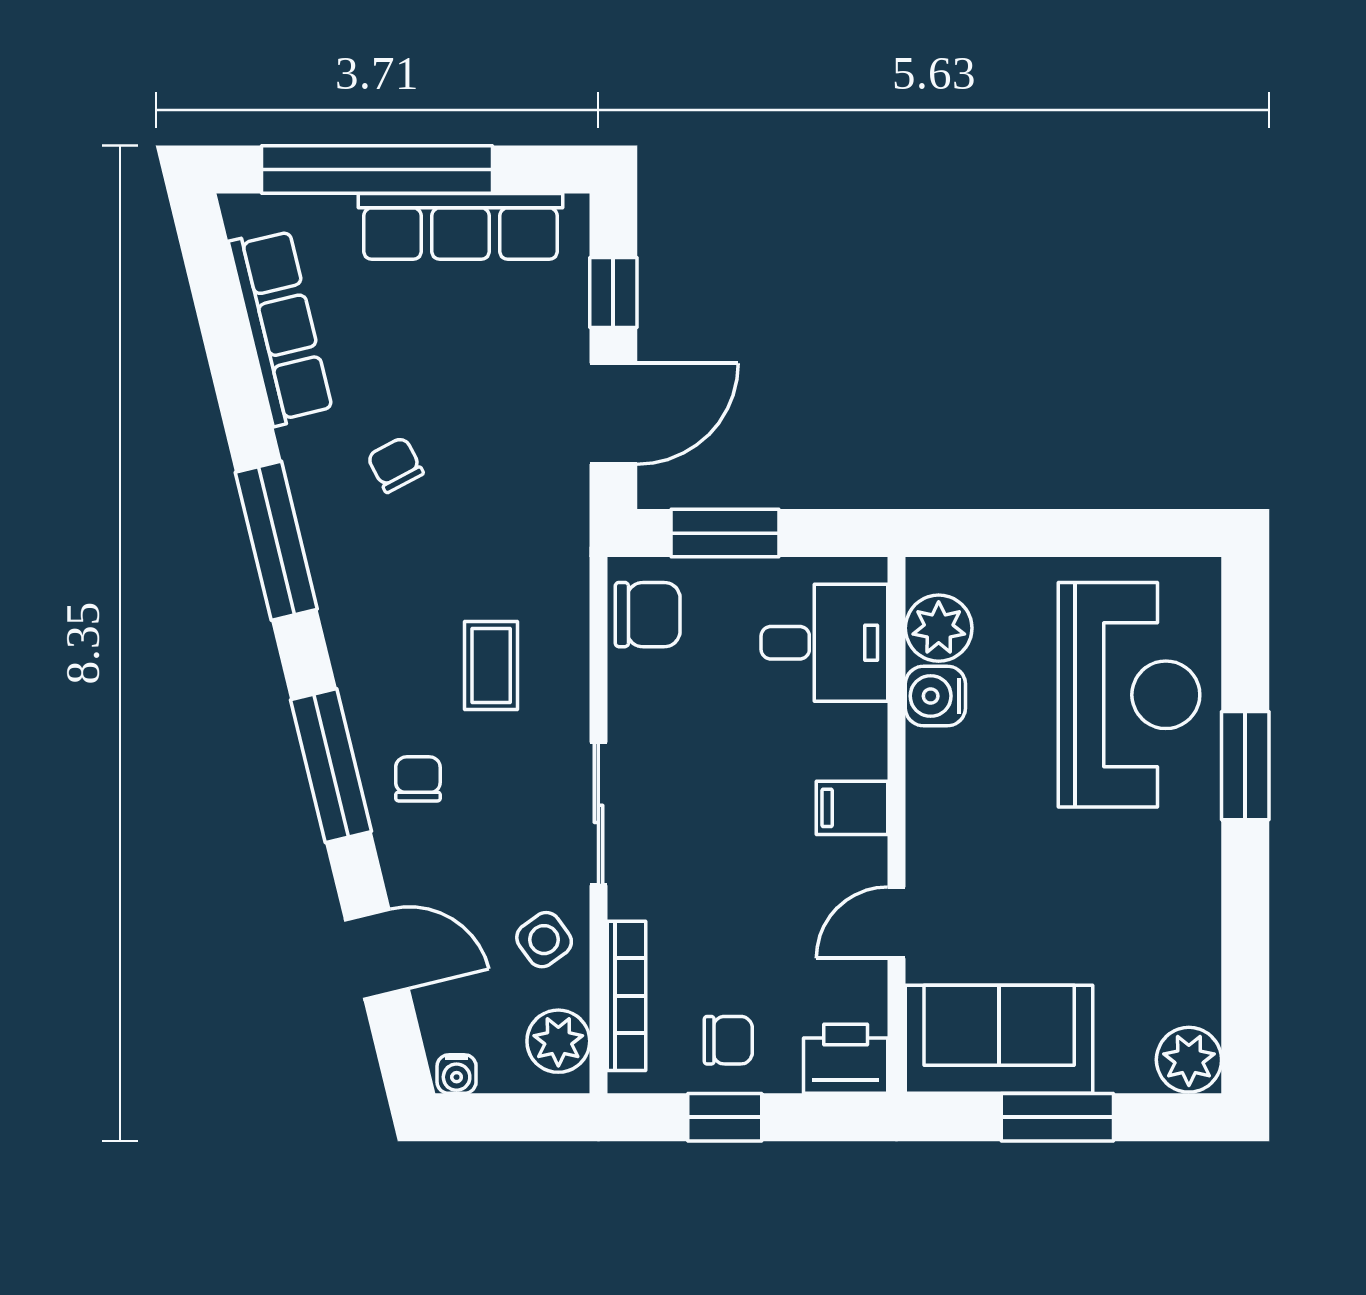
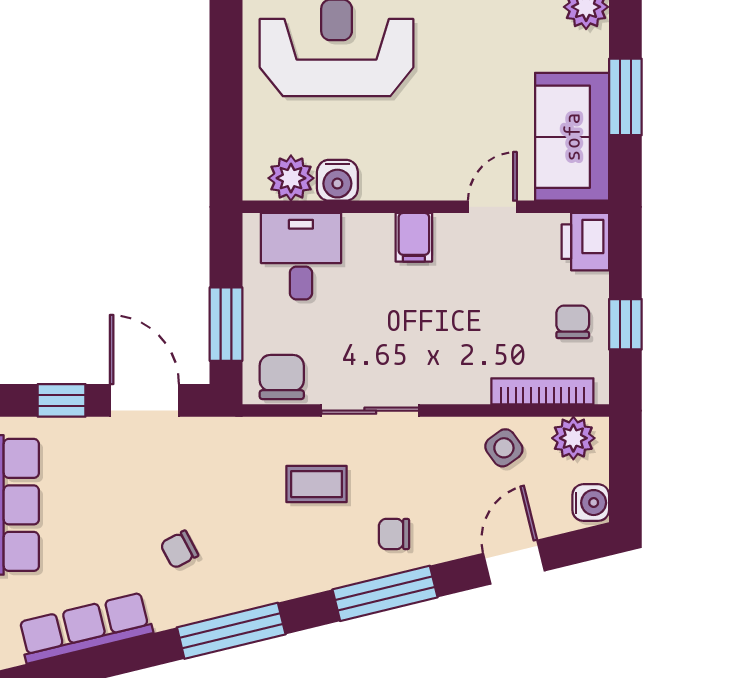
sliding door: (598, 814) -> (370, 411), moved
door: (897, 923) -> (492, 207), swing flipped
water cooler: (457, 1074) -> (591, 503), width x1.38, depth x1.38

